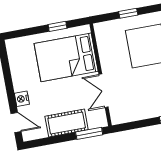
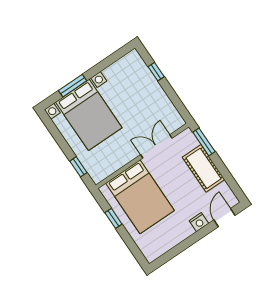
window: (128, 13) -> (78, 167), moved
double door: (103, 91) -> (156, 146), swing flipped

